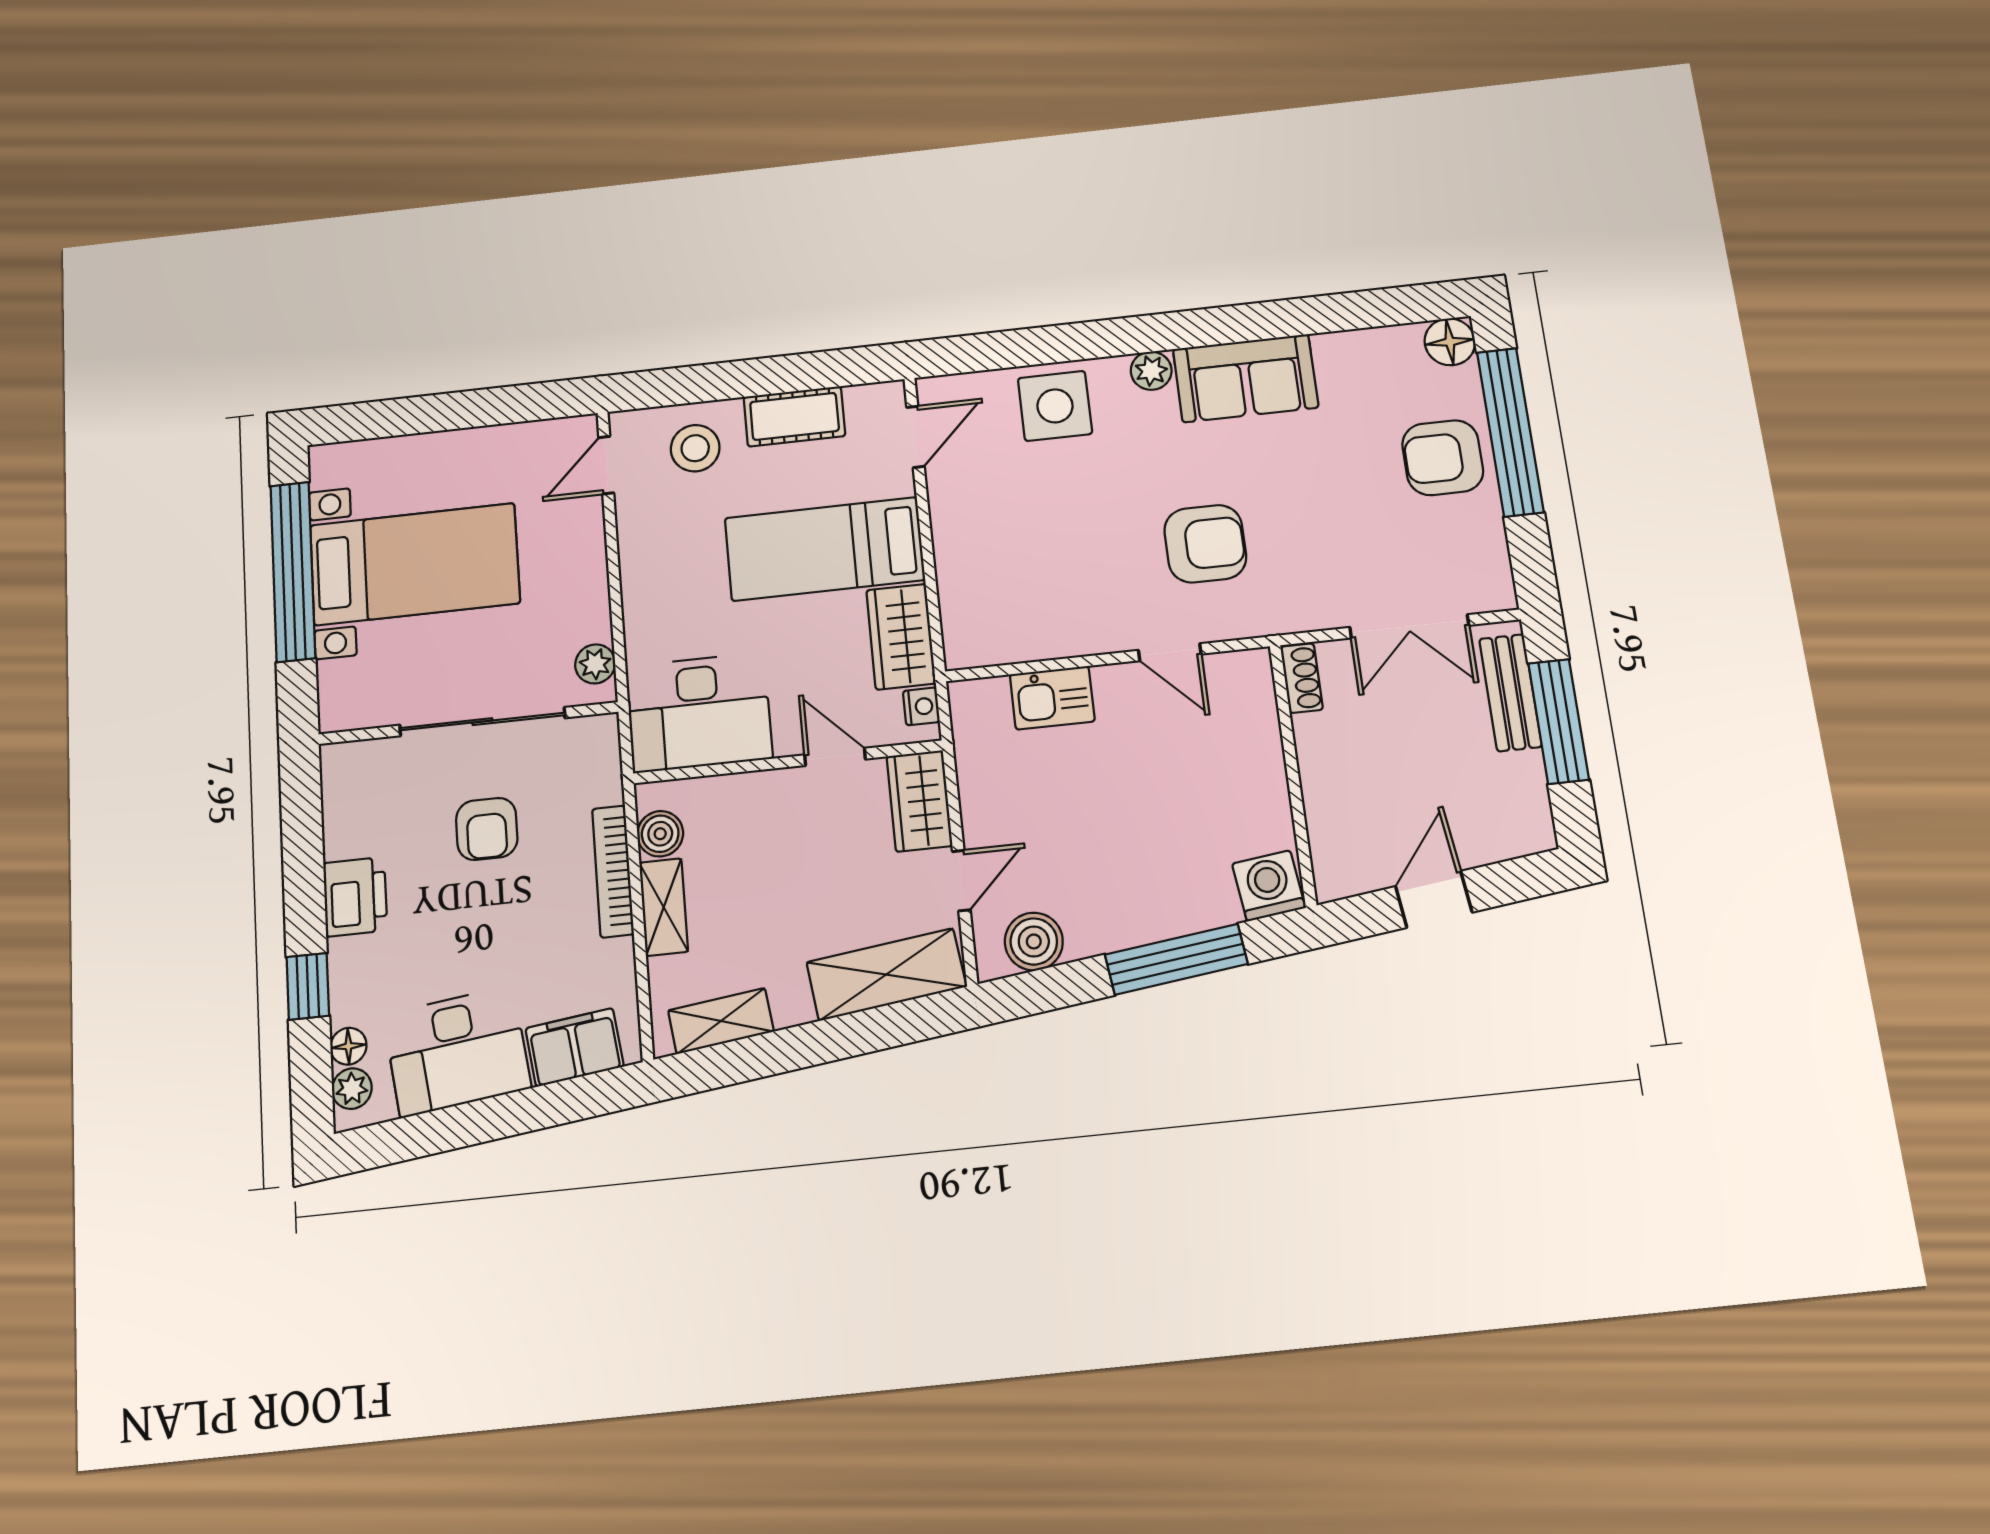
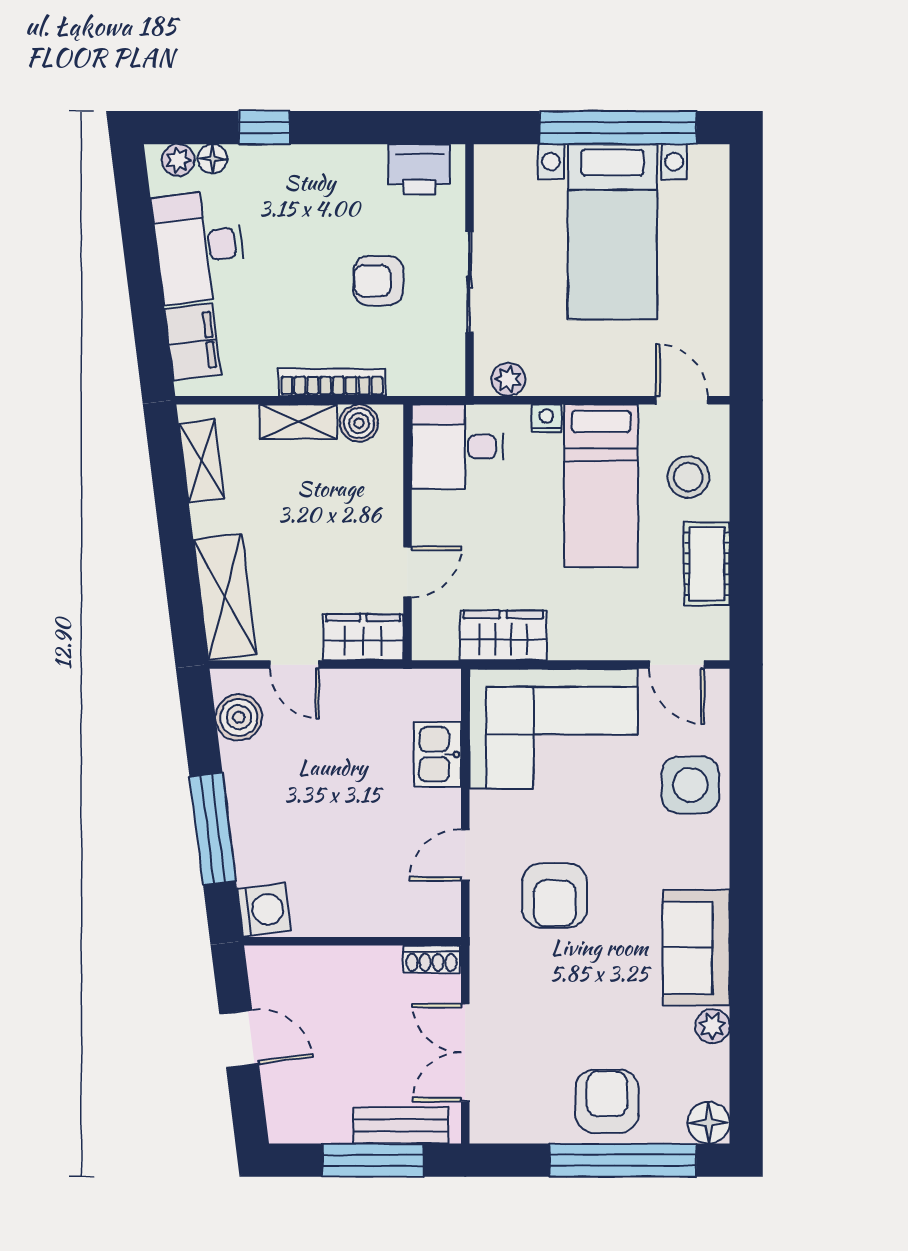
plant: (1151, 371) -> (712, 1026), moved
bed: (825, 549) -> (601, 486), moved, turned 180
corner sofa: (1006, 567) -> (554, 729), added
nightstand: (921, 706) -> (546, 418), moved, turned 180
desk: (699, 712) -> (457, 447), width x0.73
sliding door: (482, 722) -> (469, 282), width x0.73
printer: (355, 897) -> (419, 169), moved

